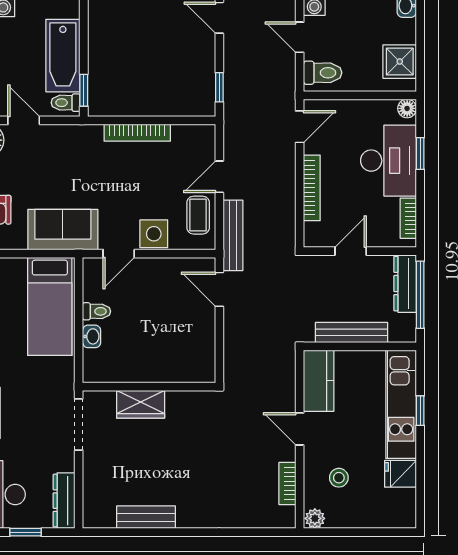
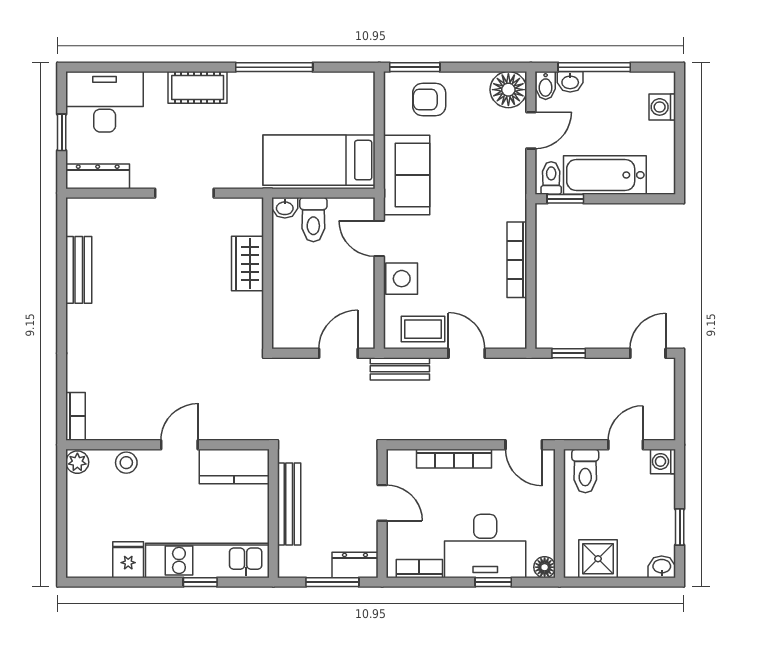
bench: (233, 235) -> (400, 369), width x0.73
dresser: (405, 284) -> (355, 565), width x0.70
window: (420, 295) -> (332, 582), width x0.69
toilet: (97, 311) -> (313, 220), width x1.37, depth x1.39
wall: (149, 387) -> (268, 273), moved
wardrobe: (141, 404) -> (247, 264), moved
stool: (339, 478) -> (126, 463), moved
bookcase: (287, 484) -> (76, 416), moved, turned 90

